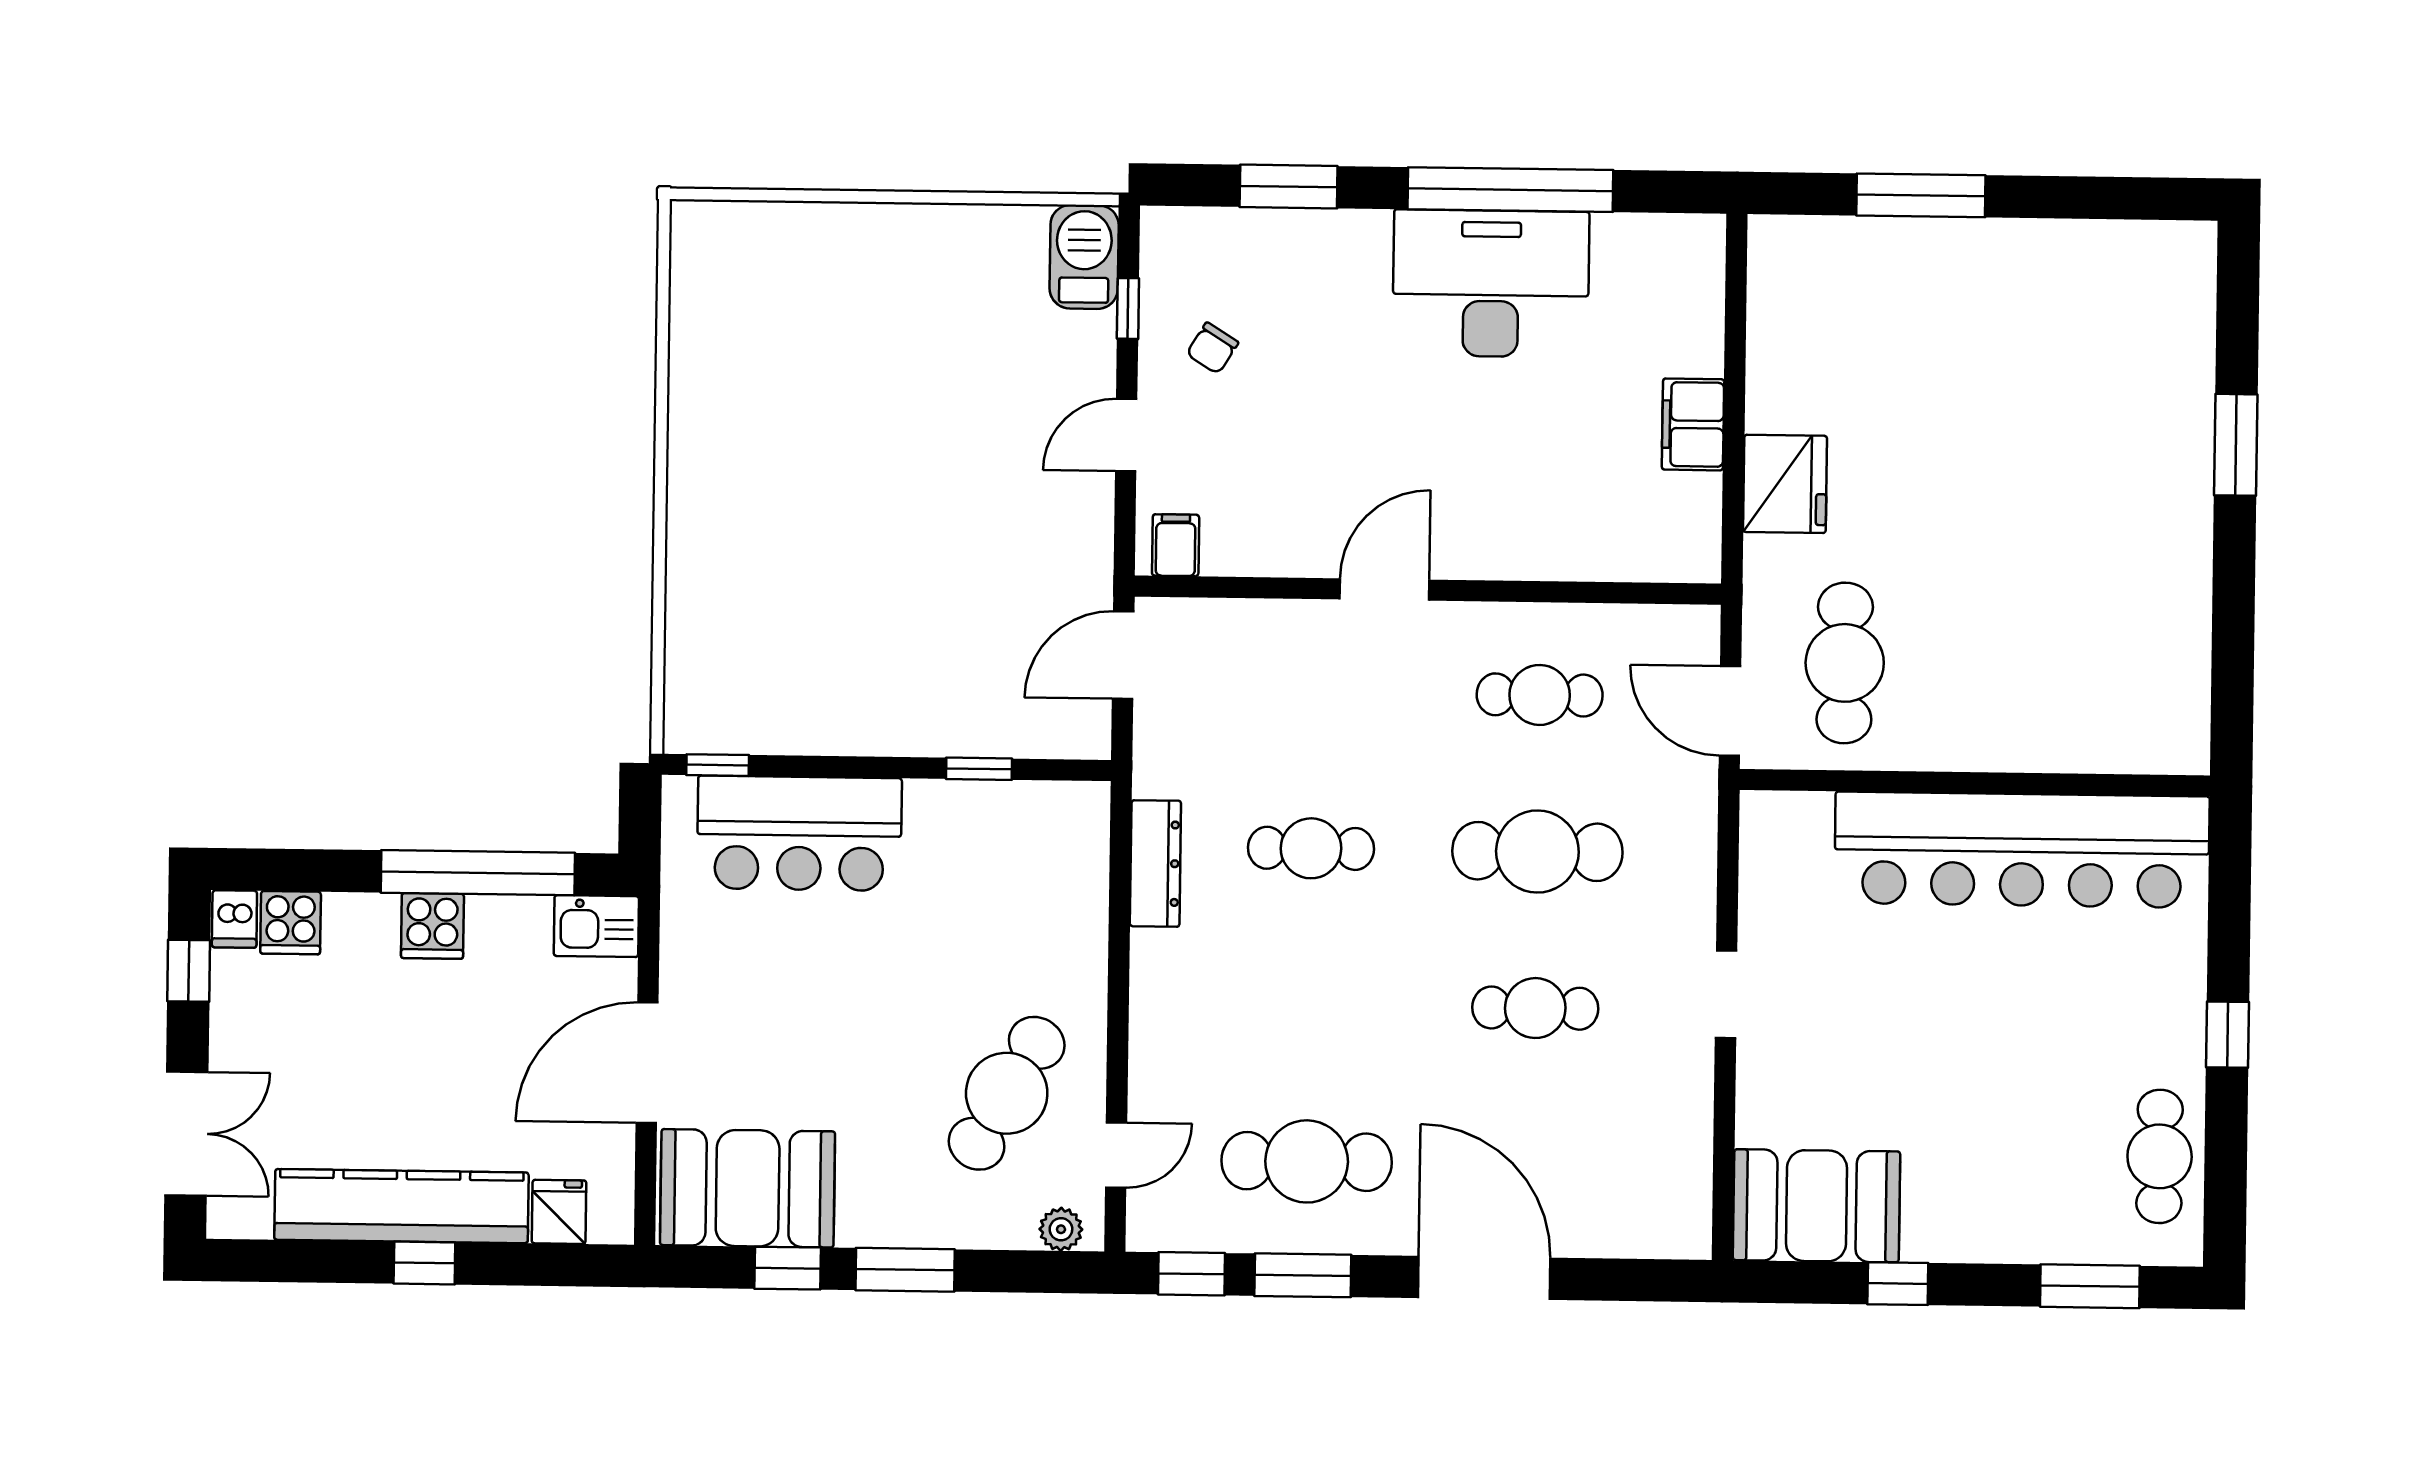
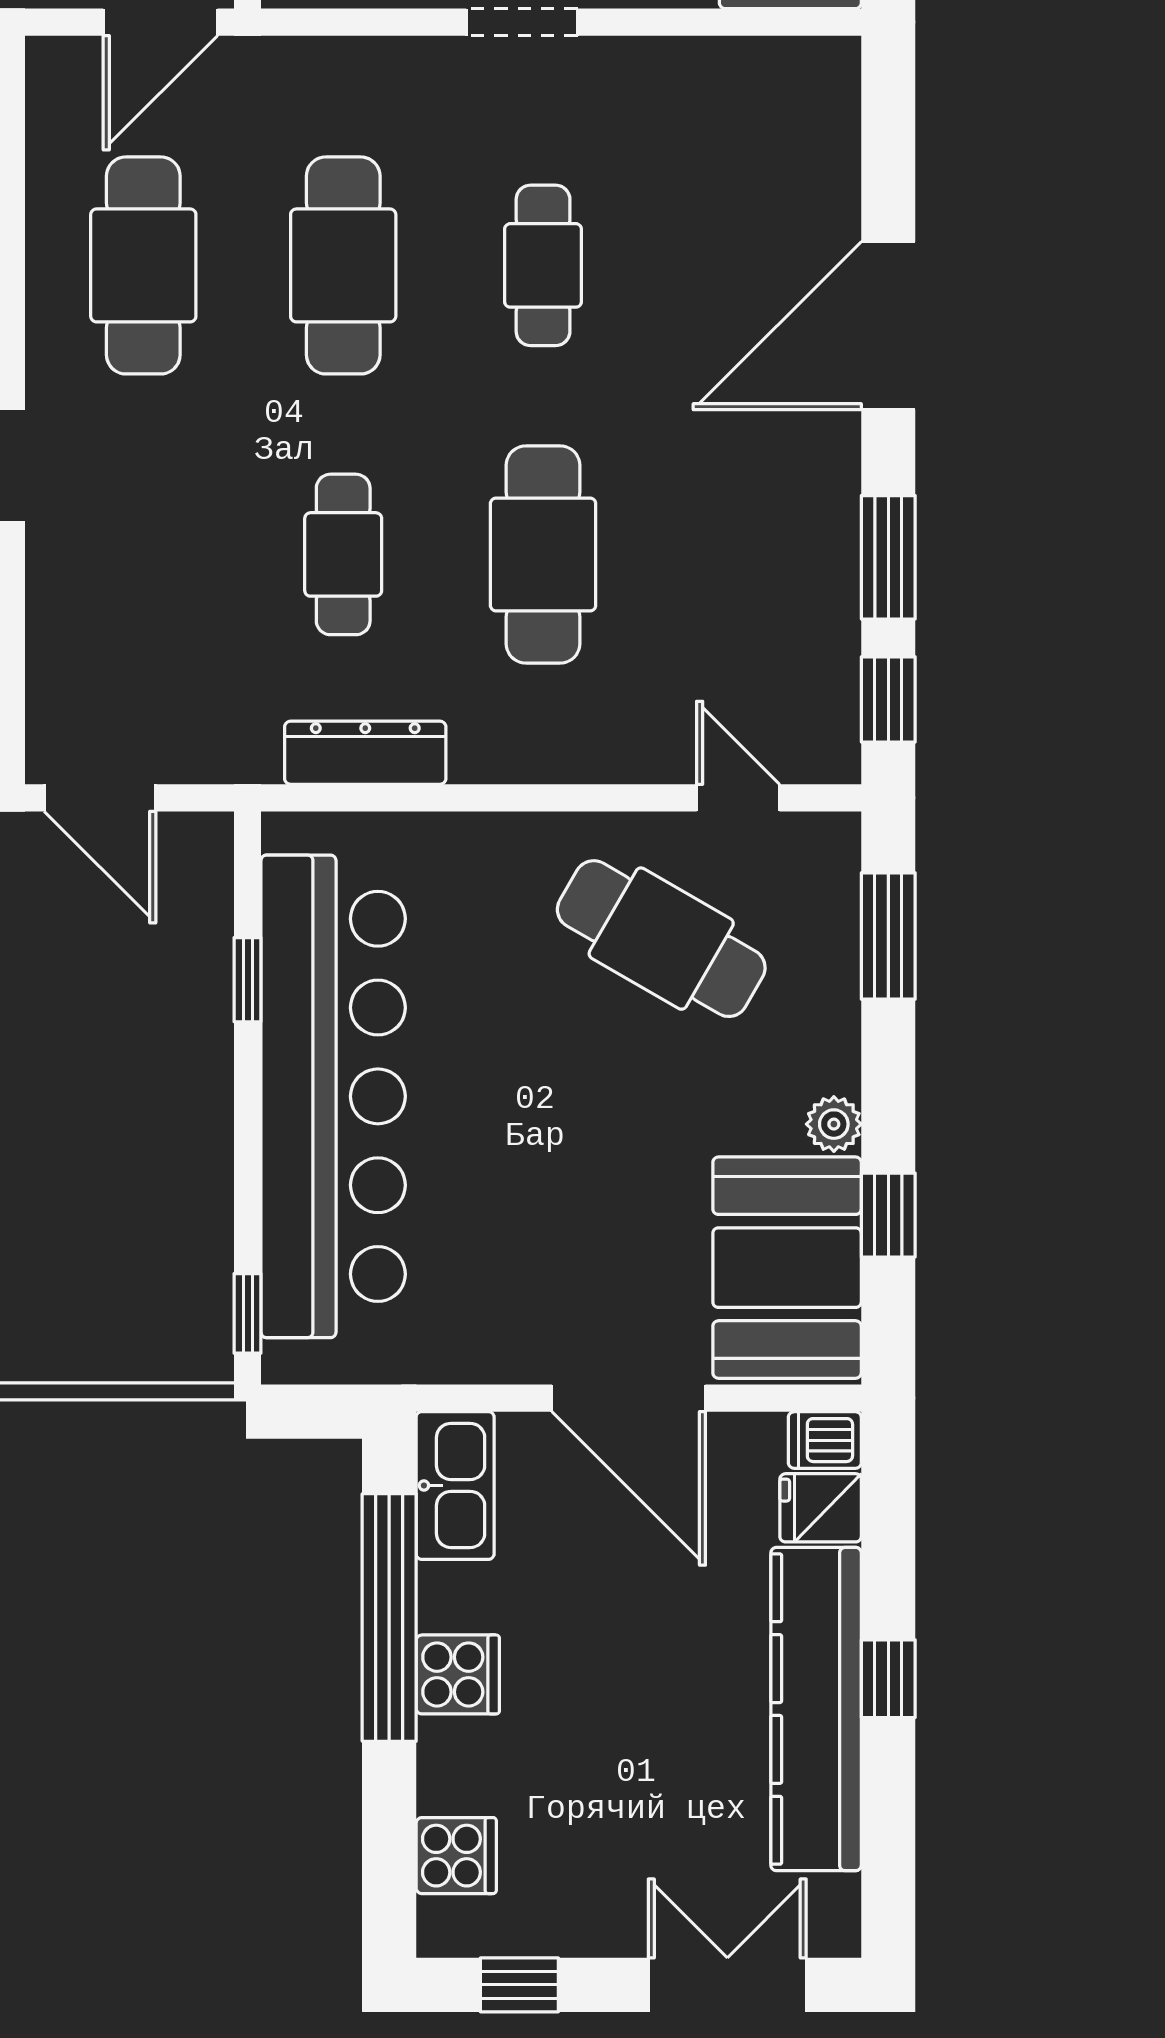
cafe table: (1540, 695) -> (143, 265), width x1.37, depth x1.35
bar counter: (799, 833) -> (333, 1096), width x1.86
dishwasher: (234, 919) -> (825, 1440), moved, turned 180
kitchen sink: (596, 926) -> (455, 1485), width x1.38
cafe table: (1307, 1161) -> (543, 554), moved
plant: (1061, 1229) -> (834, 1124), moved
window: (905, 1270) -> (888, 936), moved

